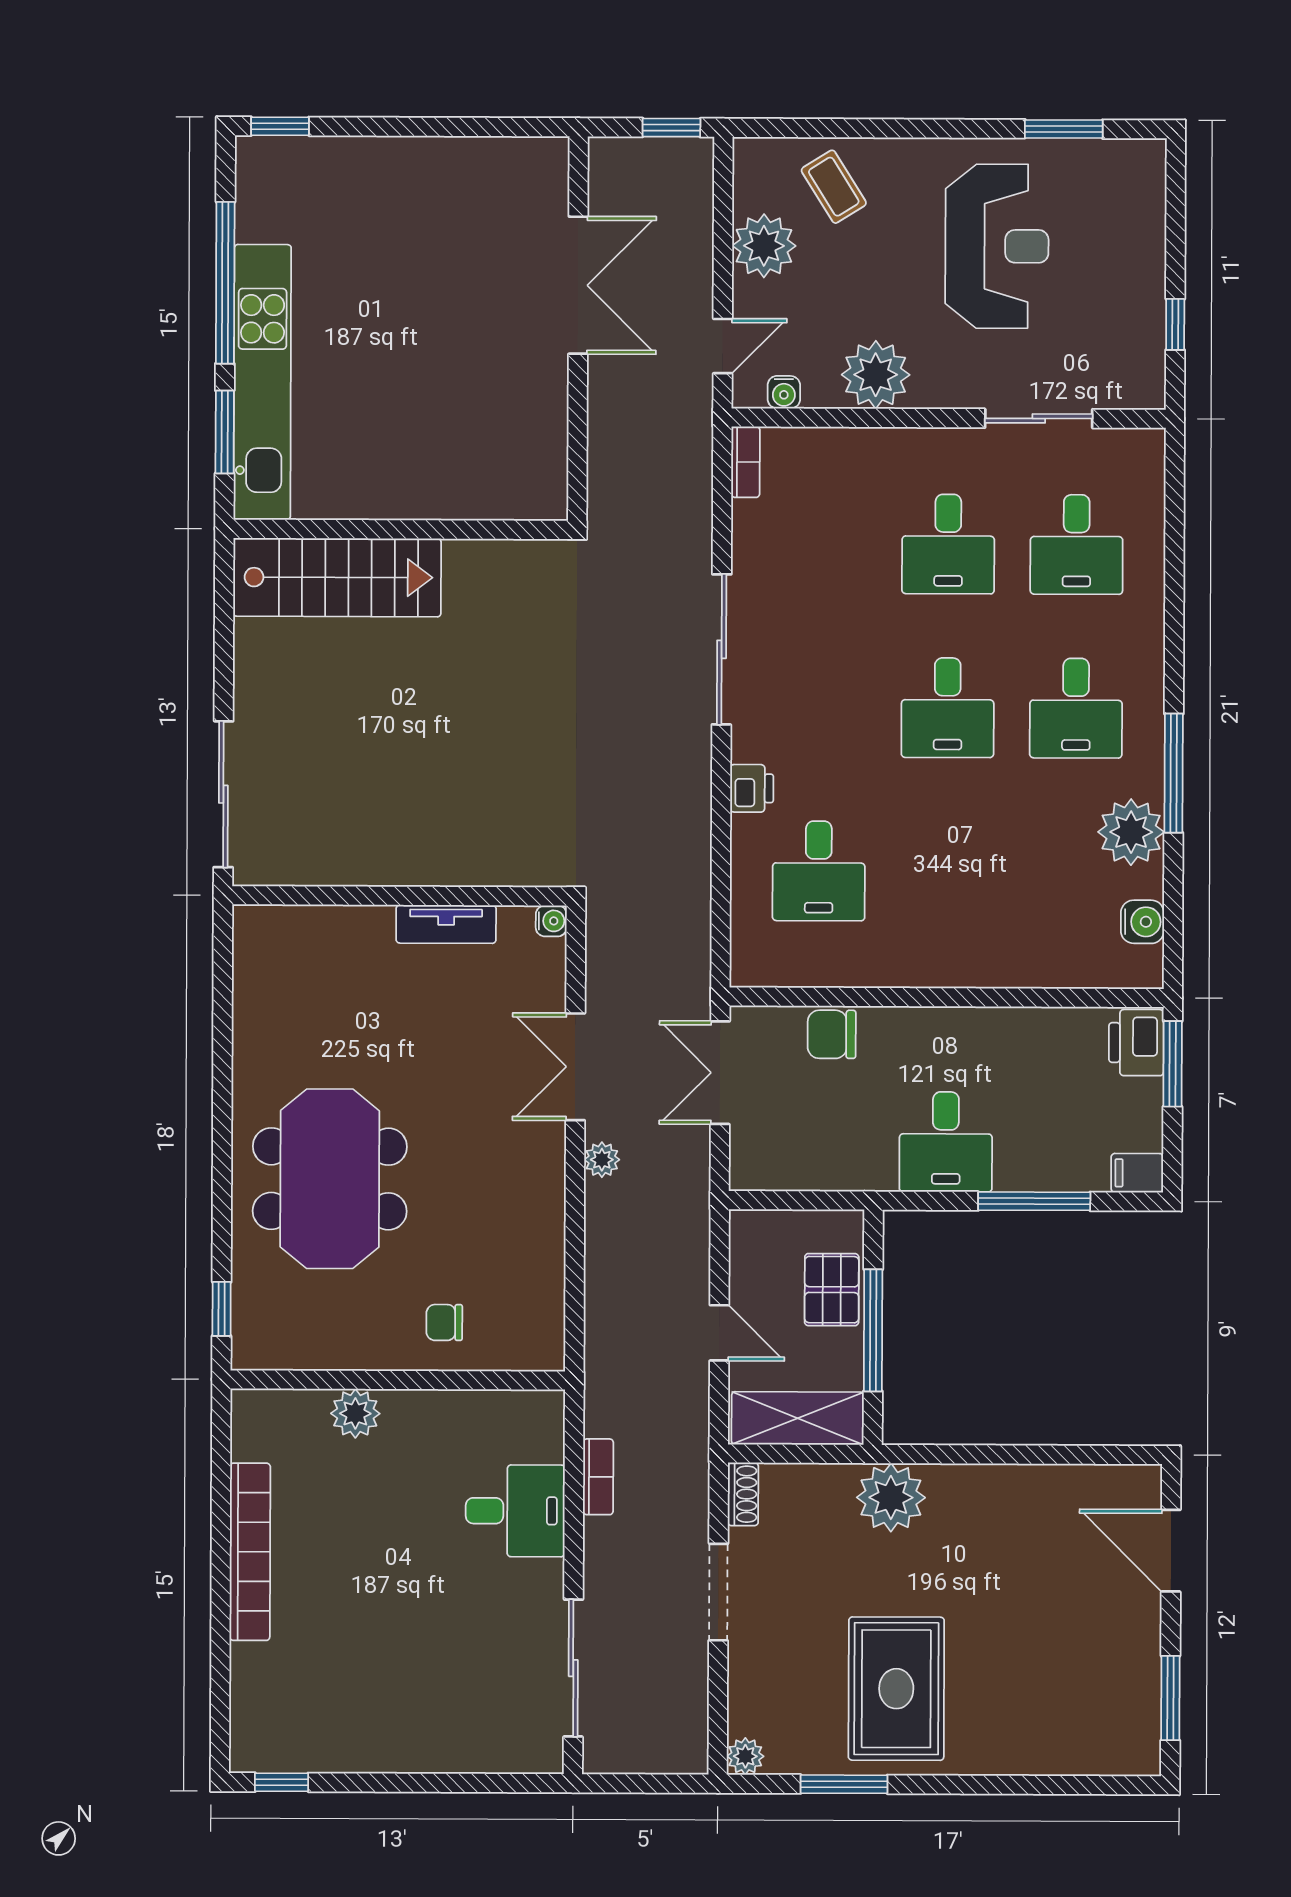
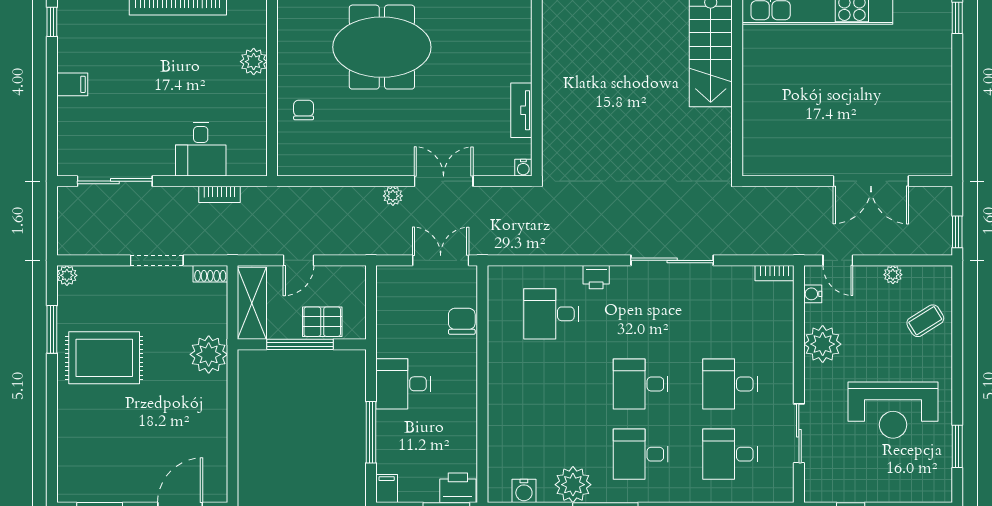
plant: (764, 246) -> (893, 275), width x0.53, depth x0.53
filing cabinet: (396, 1745) -> (72, 84), added

